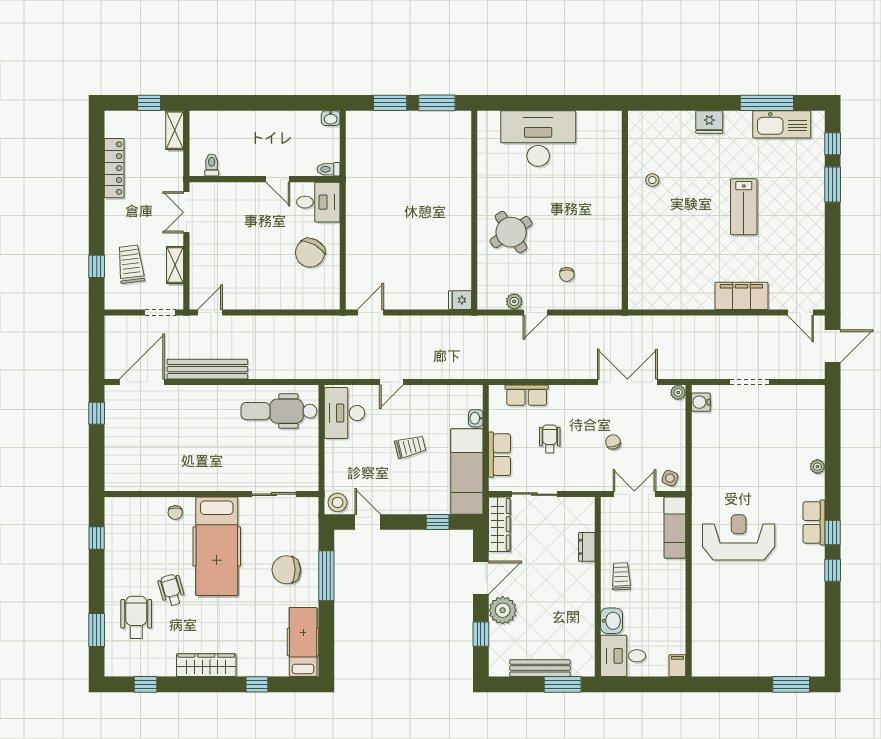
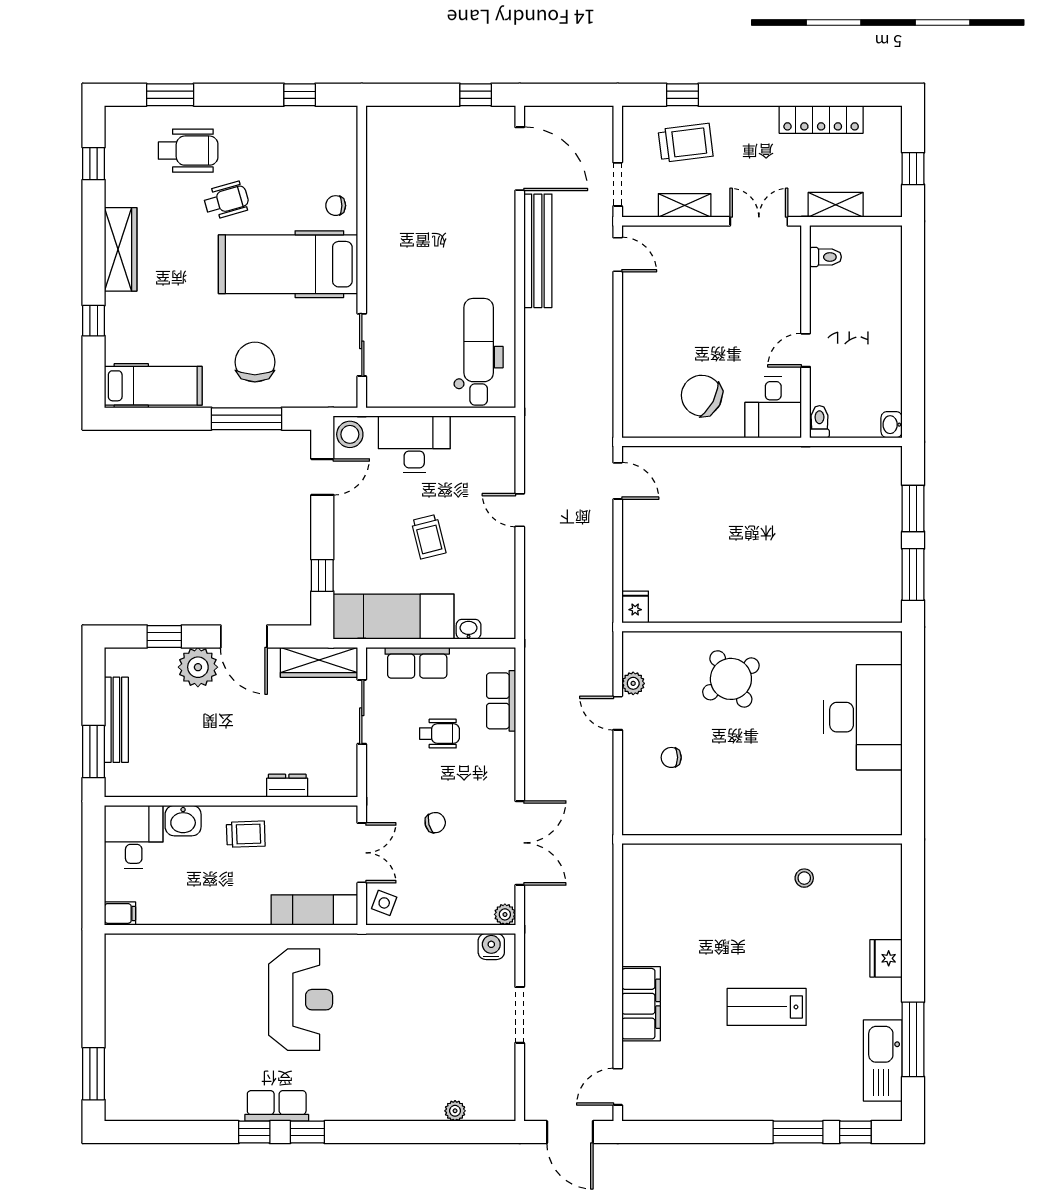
shelving: (175, 130) -> (836, 205), moved
desk: (345, 413) -> (414, 444), moved
plant: (817, 467) -> (455, 1111), moved
row of seats: (814, 522) -> (277, 1106), moved

